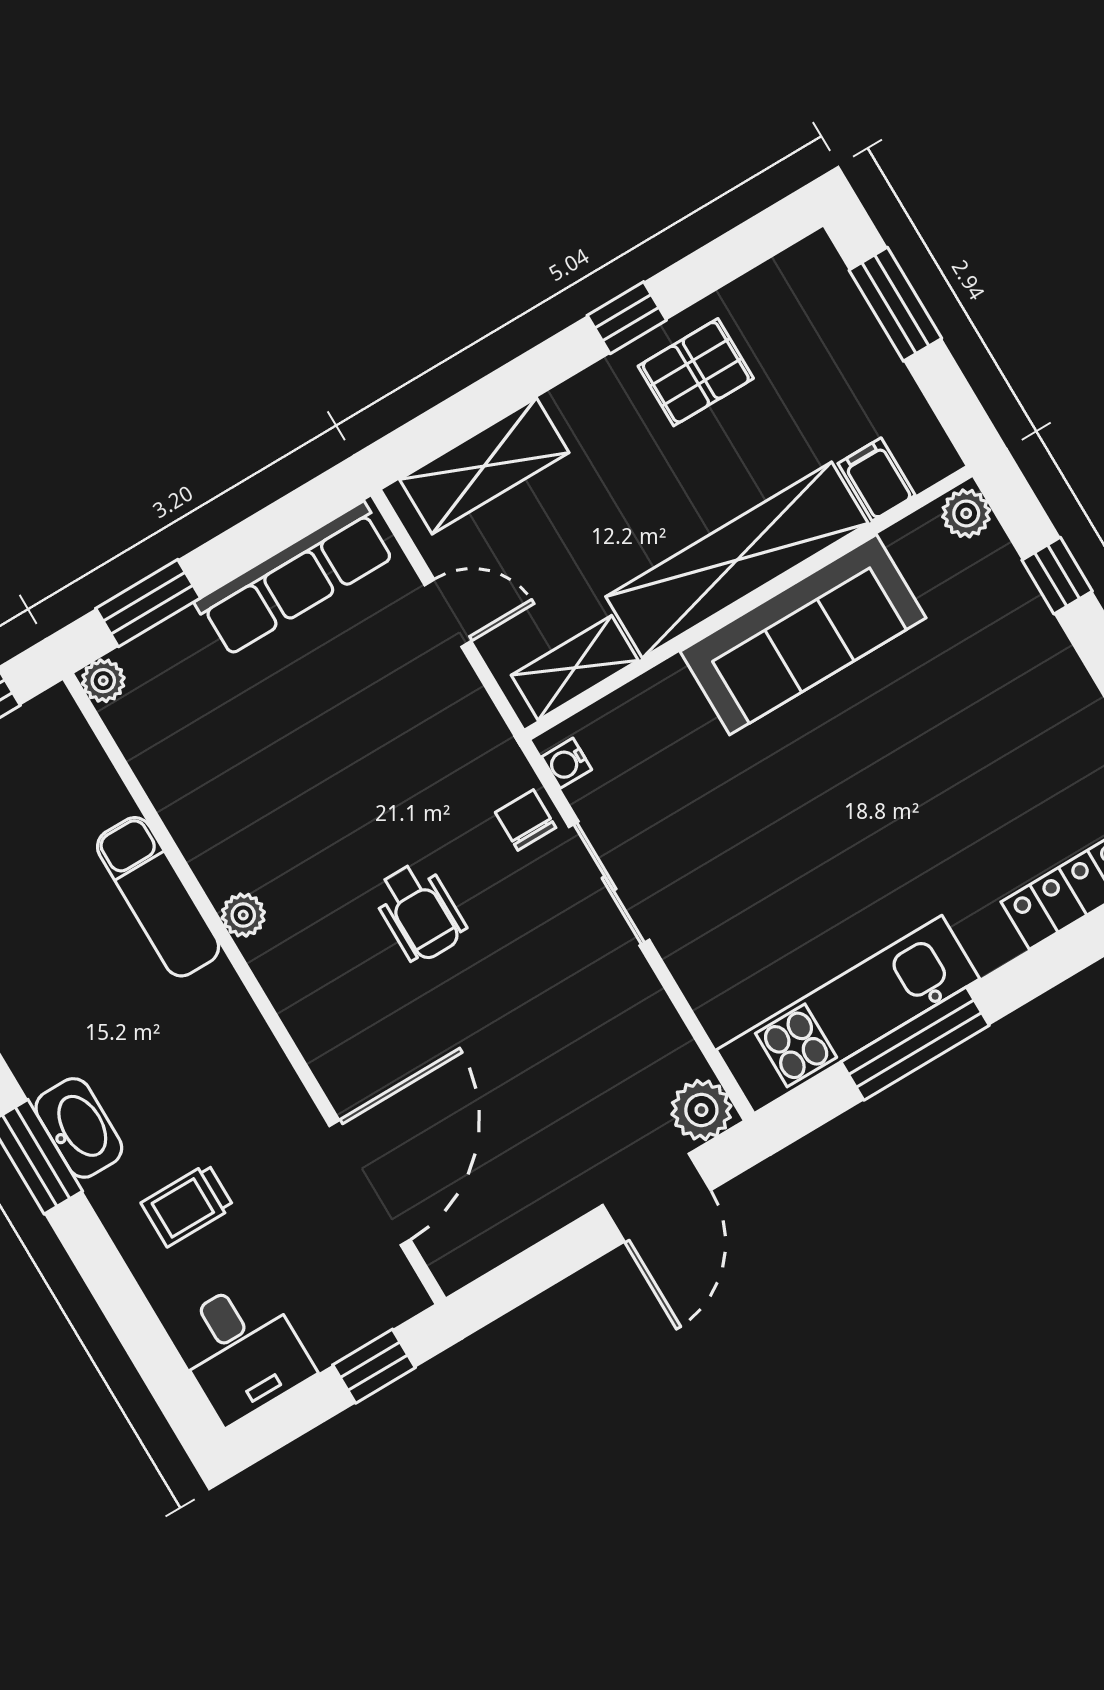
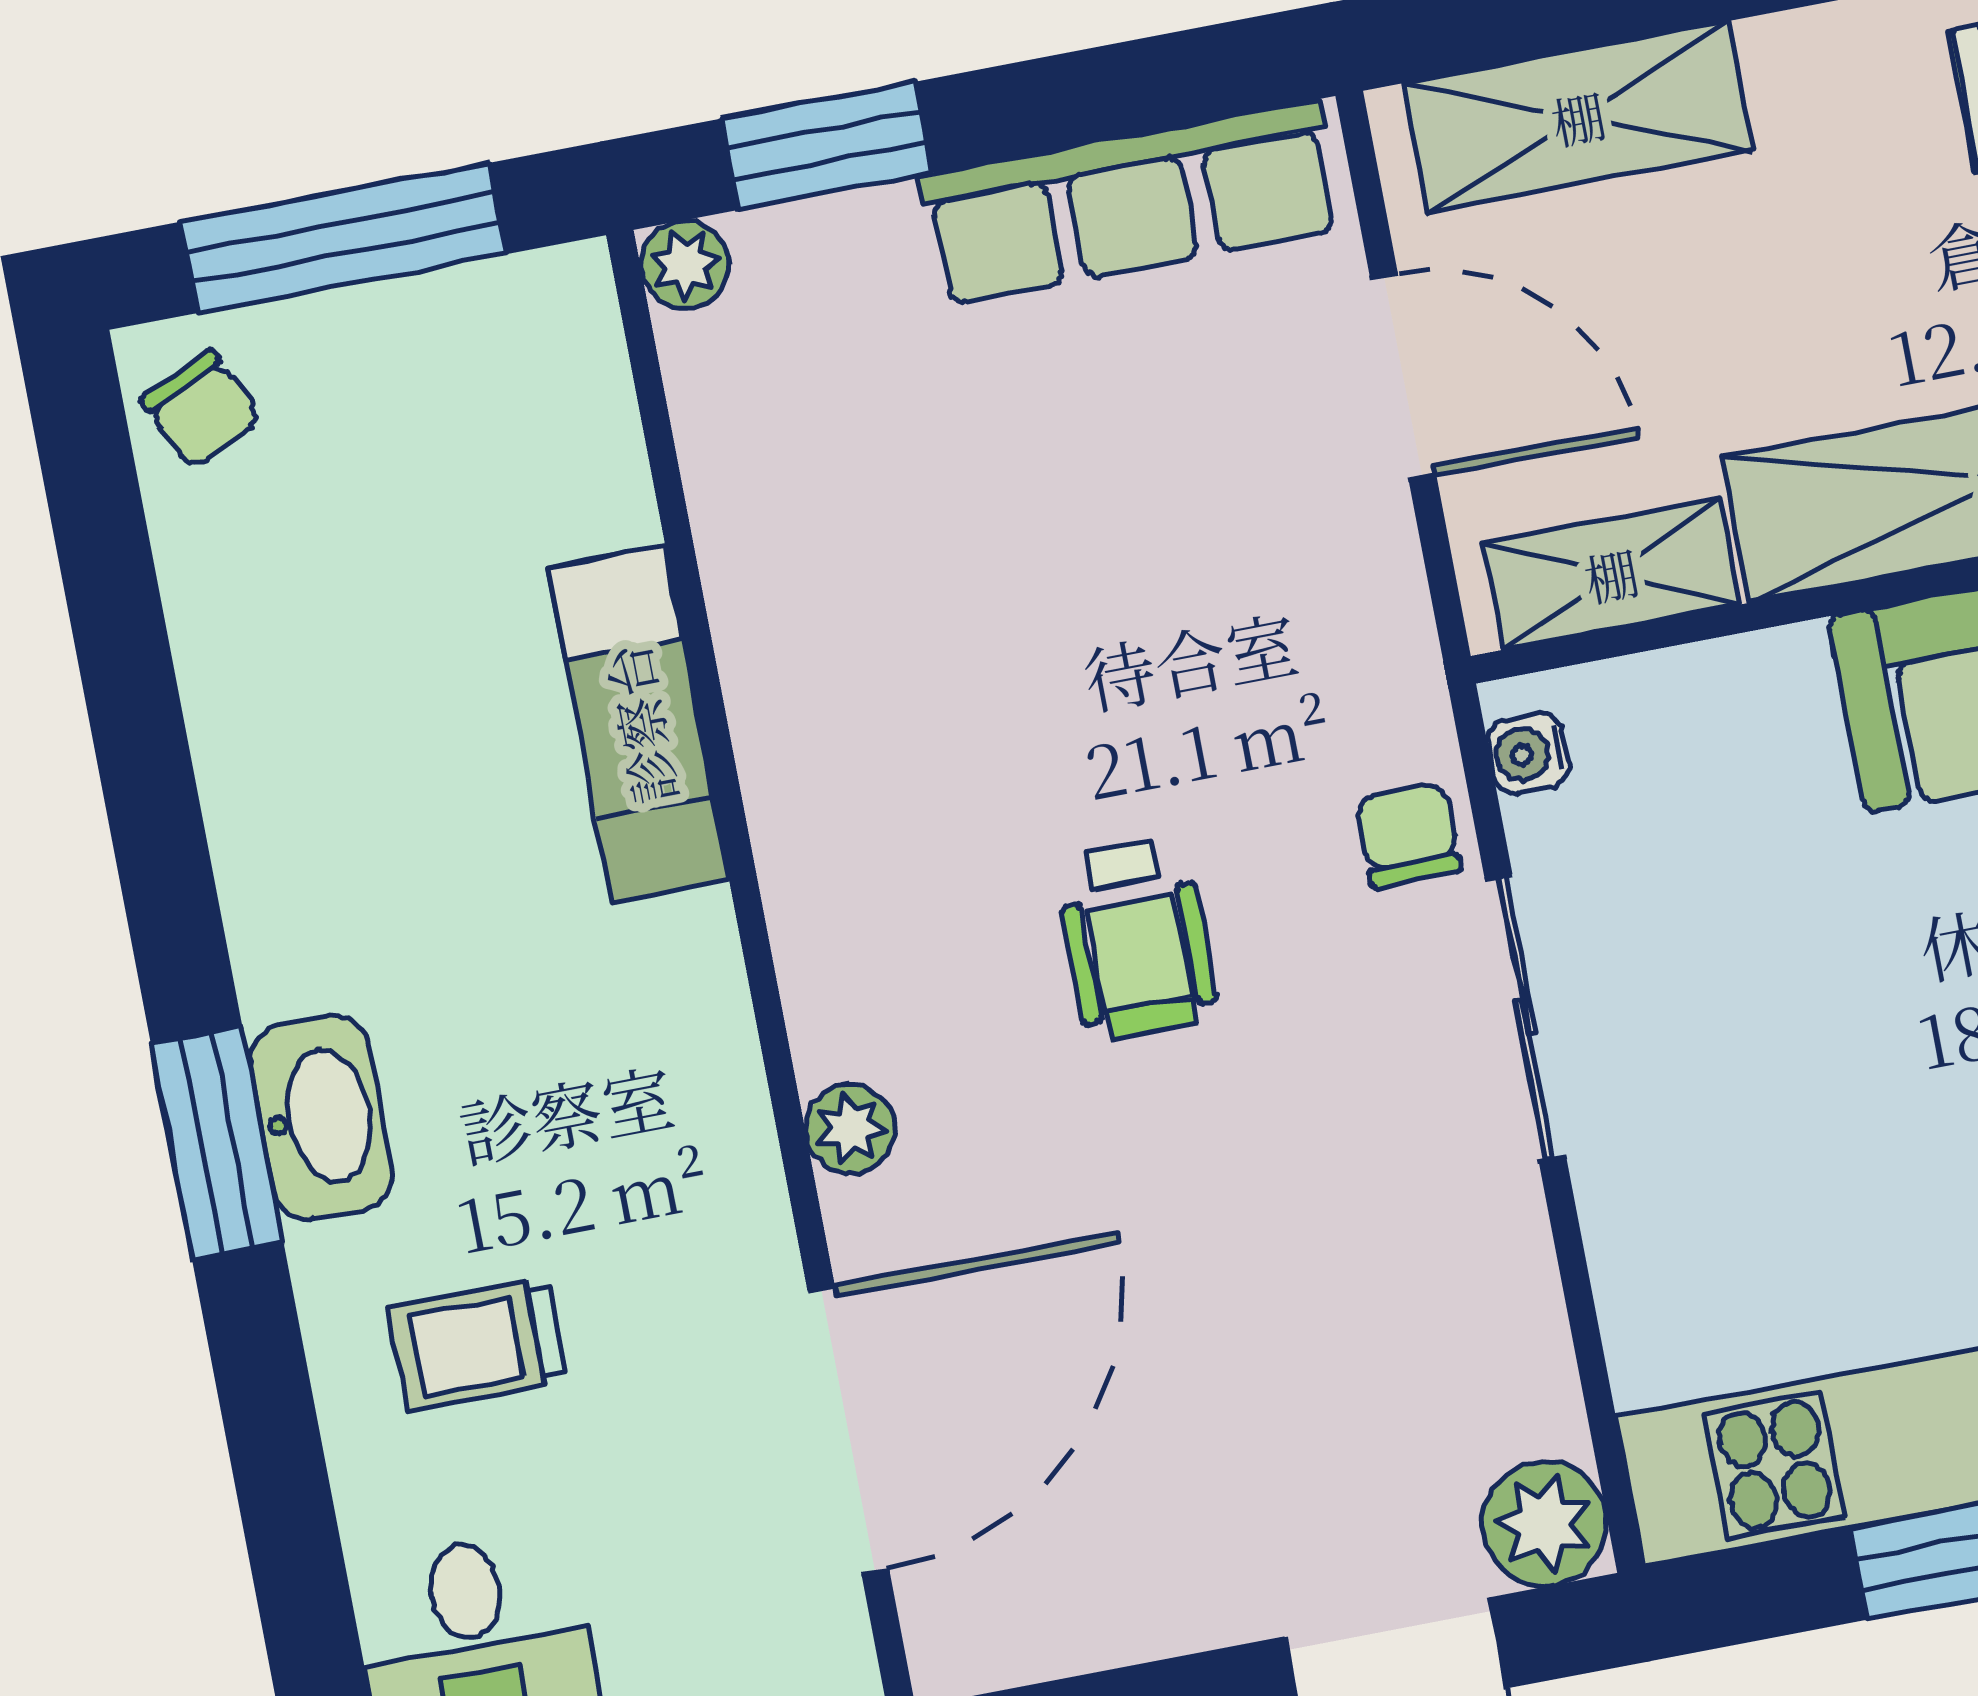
door: (448, 613) -> (1403, 377), width x1.38
plant: (243, 915) -> (850, 1129), moved

